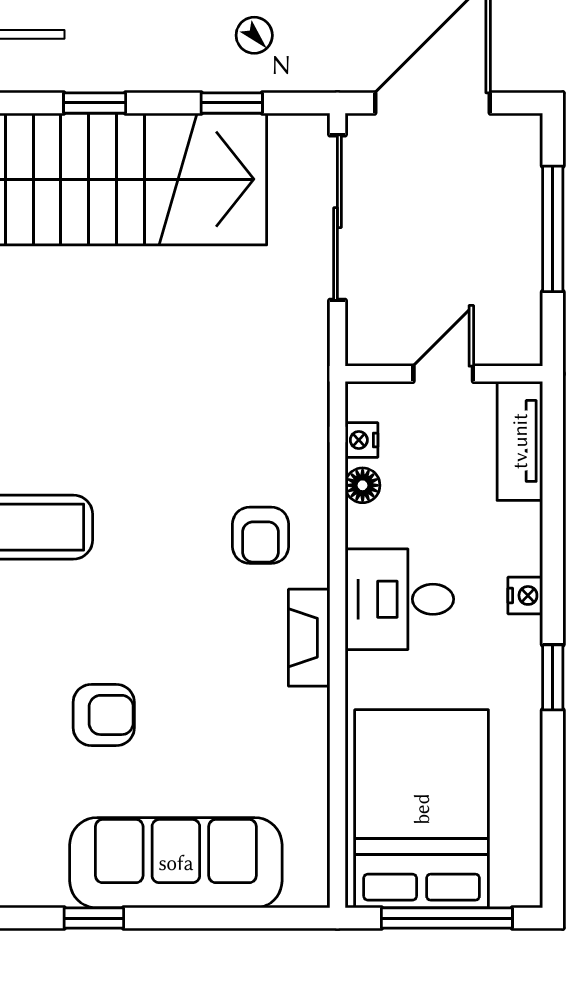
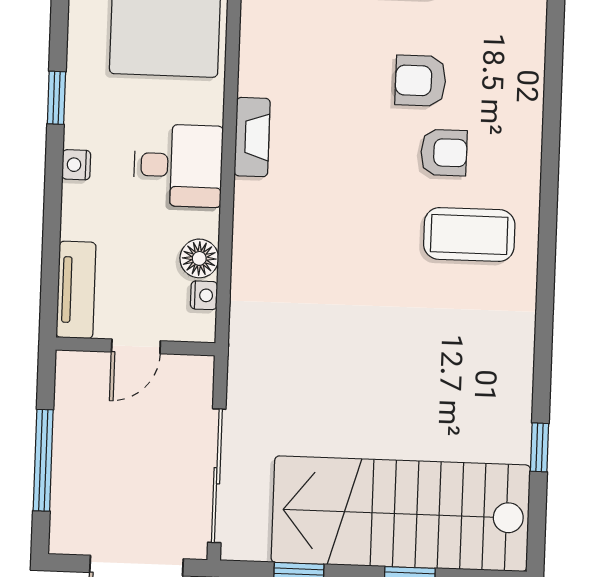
floor lamp: (363, 485) -> (199, 258), width x1.37, depth x1.37
armchair: (261, 535) -> (444, 153), moved, turned 90

